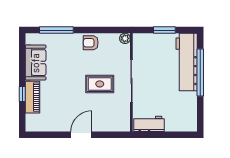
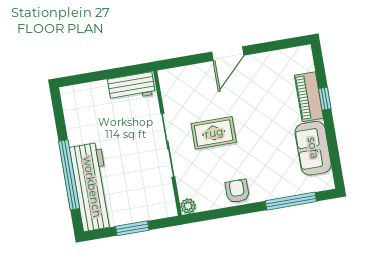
armchair: (91, 43) -> (237, 191), turned -90

